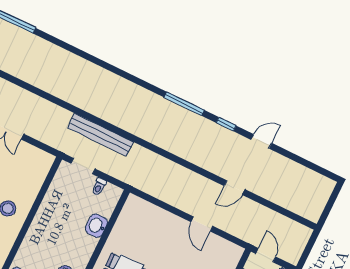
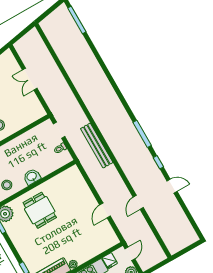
bench: (100, 135) -> (97, 146), moved
door: (235, 188) -> (138, 202), hinge flipped
washbasin: (97, 226) -> (32, 177), moved

